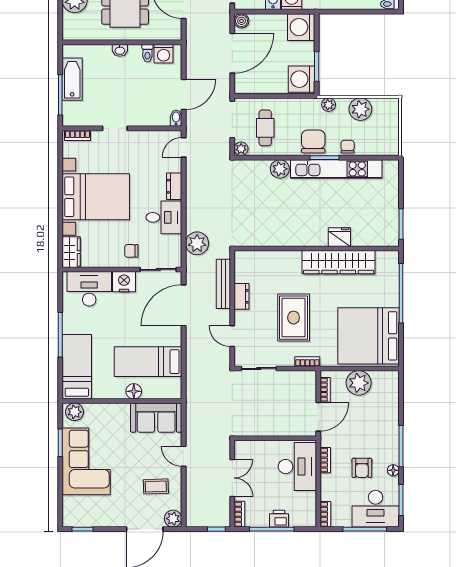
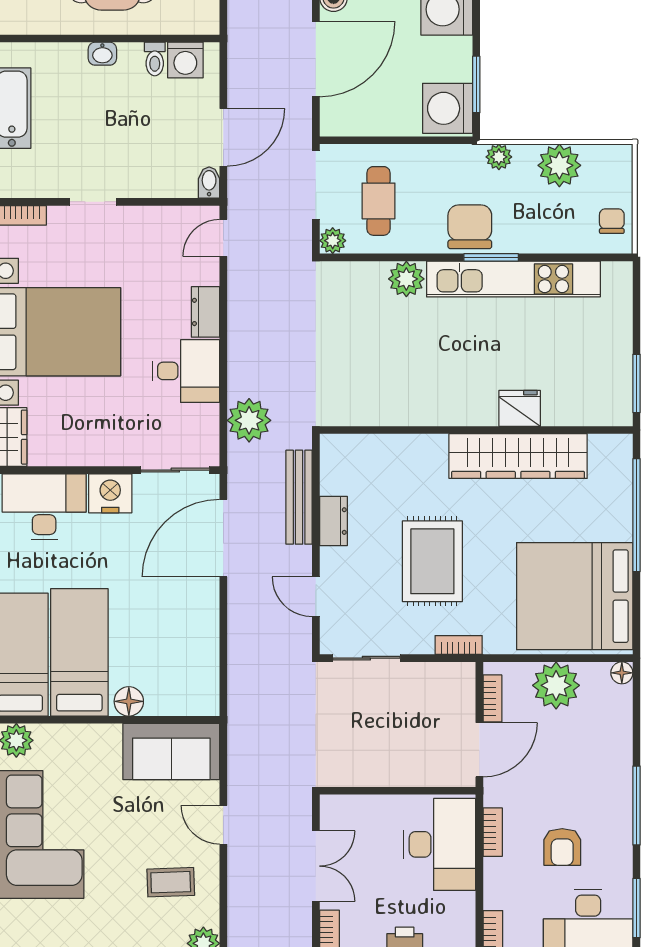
chair: (348, 147) -> (612, 221), moved
chair: (131, 251) -> (124, 435), removed
bed: (148, 362) -> (79, 652), moved, turned 90
floor lamp: (393, 470) -> (622, 673), moved

